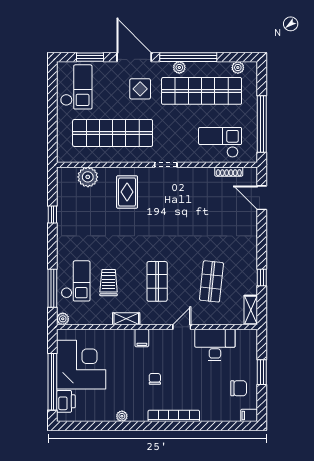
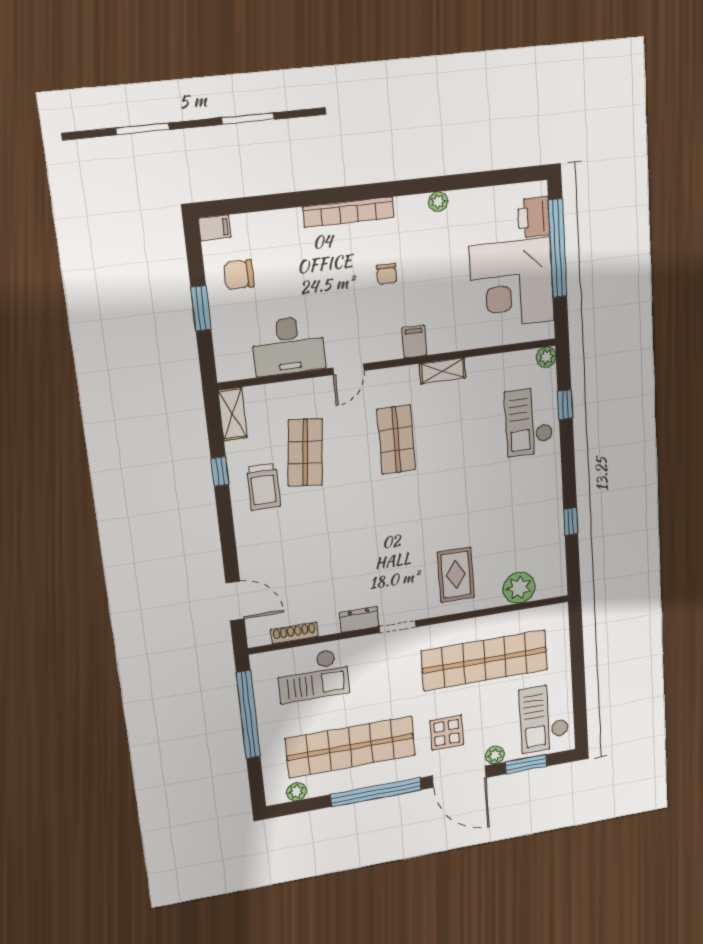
plant: (179, 67) -> (495, 755), moved
dresser: (189, 173) -> (359, 620), added
trolley: (109, 283) -> (263, 487), moved
window: (52, 288) -> (565, 405), width x0.46

